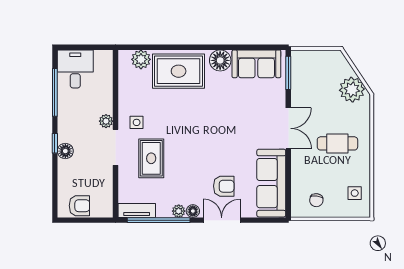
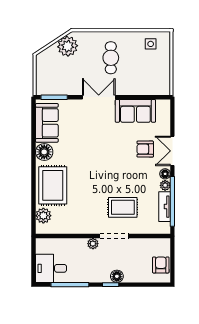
side table: (137, 122) -> (94, 219), removed
sofa: (271, 183) -> (135, 111), width x0.73
armchair: (224, 186) -> (145, 149), turned -90
chair: (316, 200) -> (156, 75), removed
tv unit: (137, 210) -> (165, 207), moved

